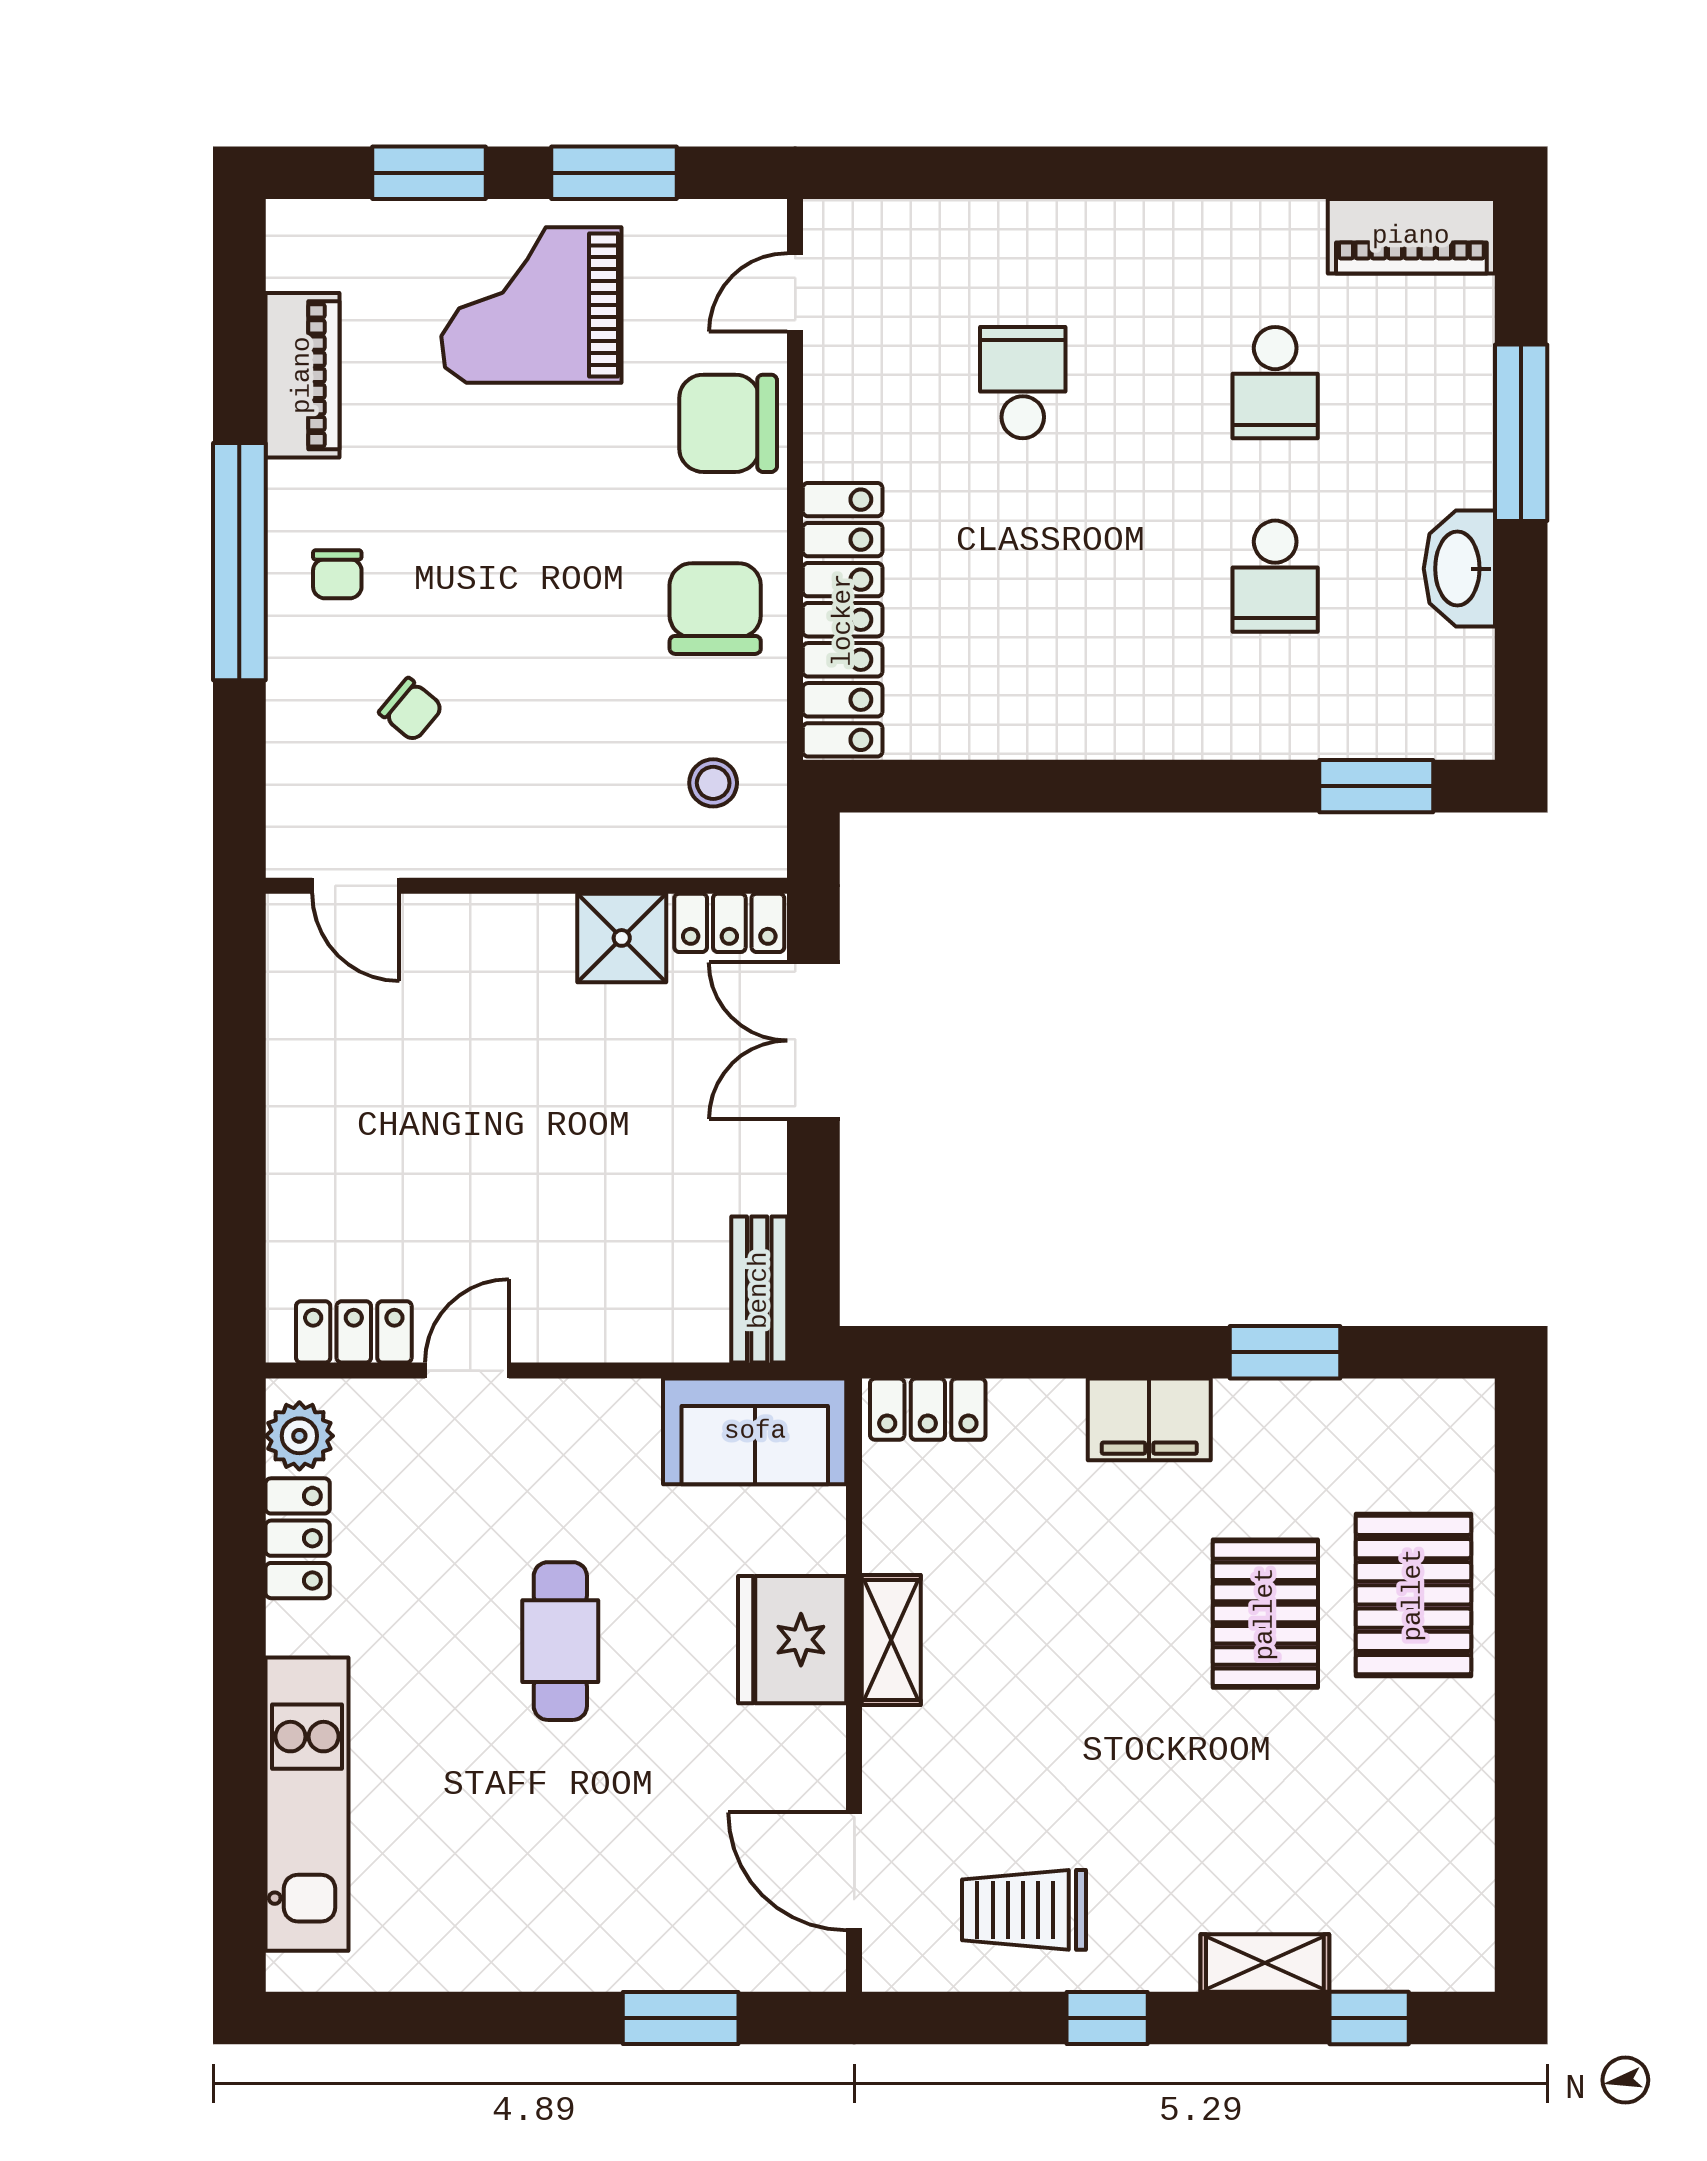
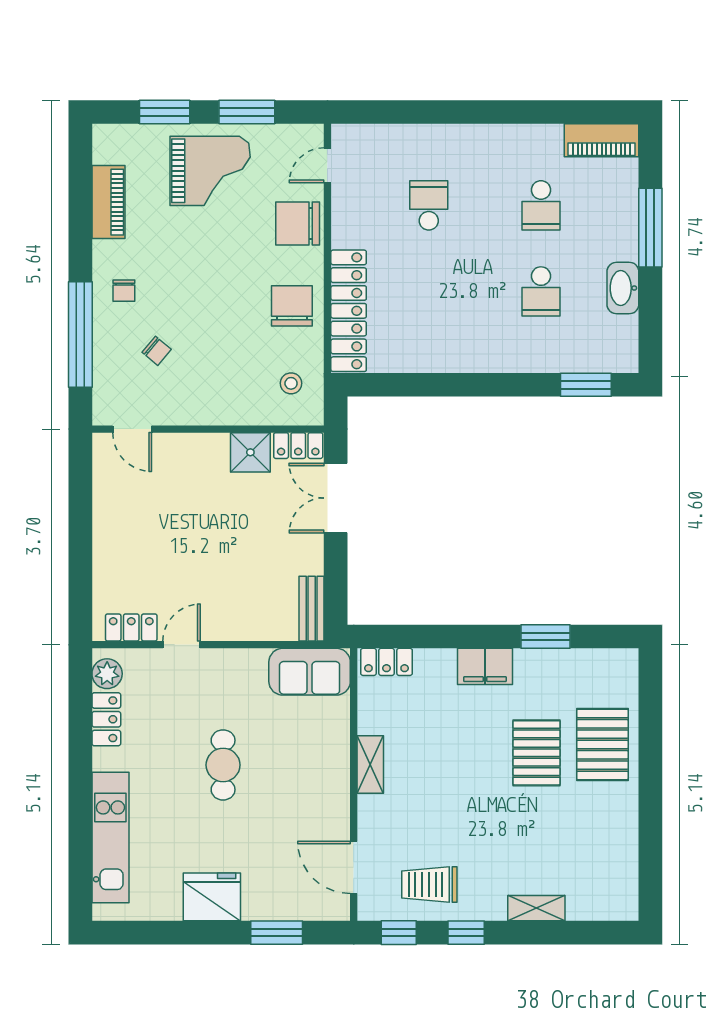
grand piano: (531, 305) -> (210, 171), turned 180
window: (239, 562) -> (80, 334), moved
fridge: (792, 1640) -> (212, 897), moved, turned 90
window: (1369, 2018) -> (399, 933), moved

